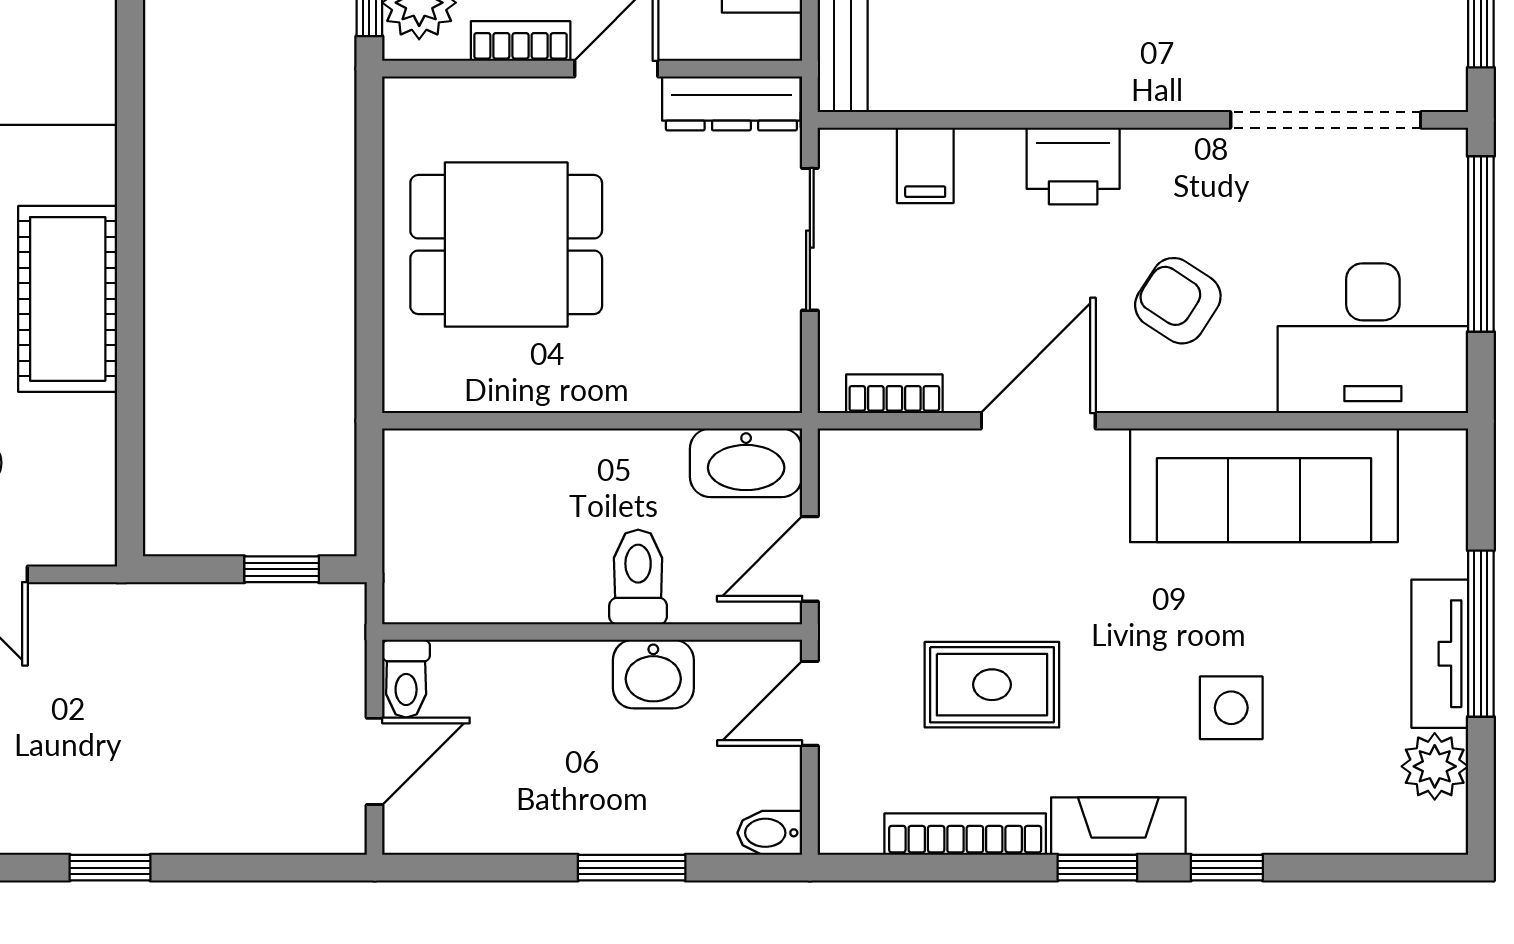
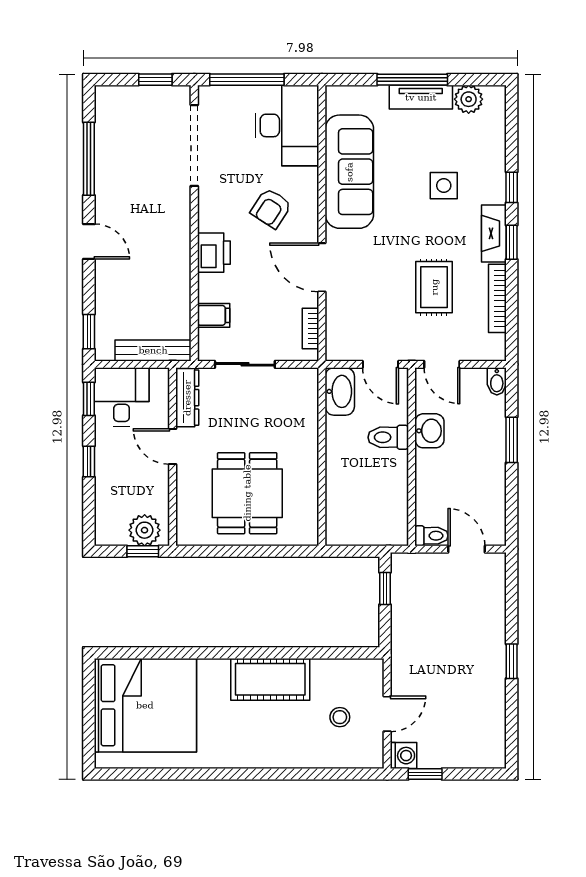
bookcase: (521, 41) -> (161, 487), removed

